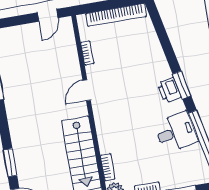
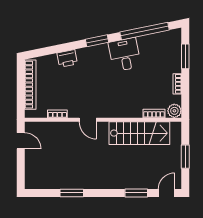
printer: (169, 90) -> (67, 58), moved
desk: (176, 132) -> (125, 55), moved

